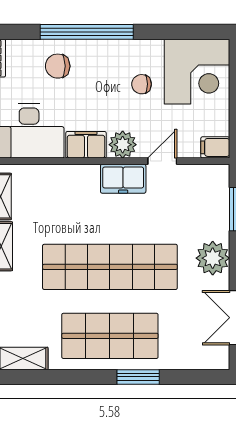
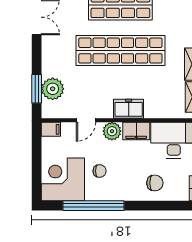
window: (87, 32) -> (93, 206), moved
freezer: (123, 179) -> (129, 109), moved
plant: (213, 258) -> (53, 89), moved

